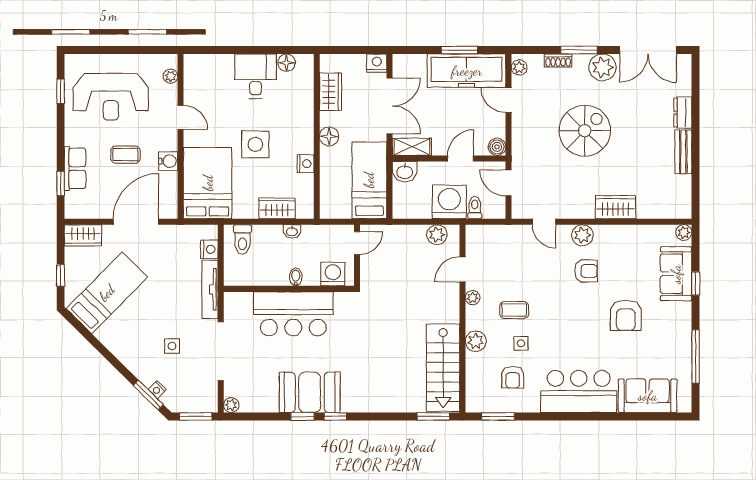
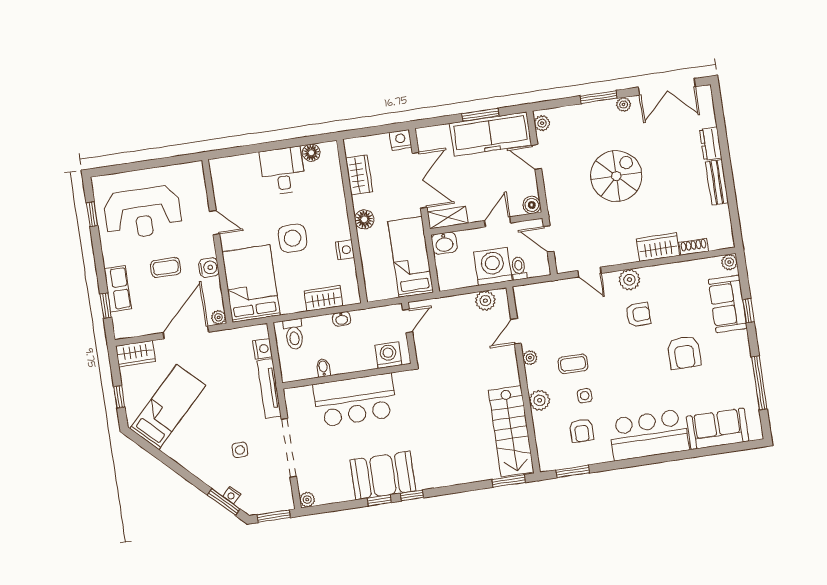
shoe rack: (558, 61) -> (694, 247), moved, turned 180
plant: (602, 67) -> (624, 105), width x0.53, depth x0.53
plant: (170, 76) -> (219, 317), moved
bidet: (296, 277) -> (323, 368), moved

